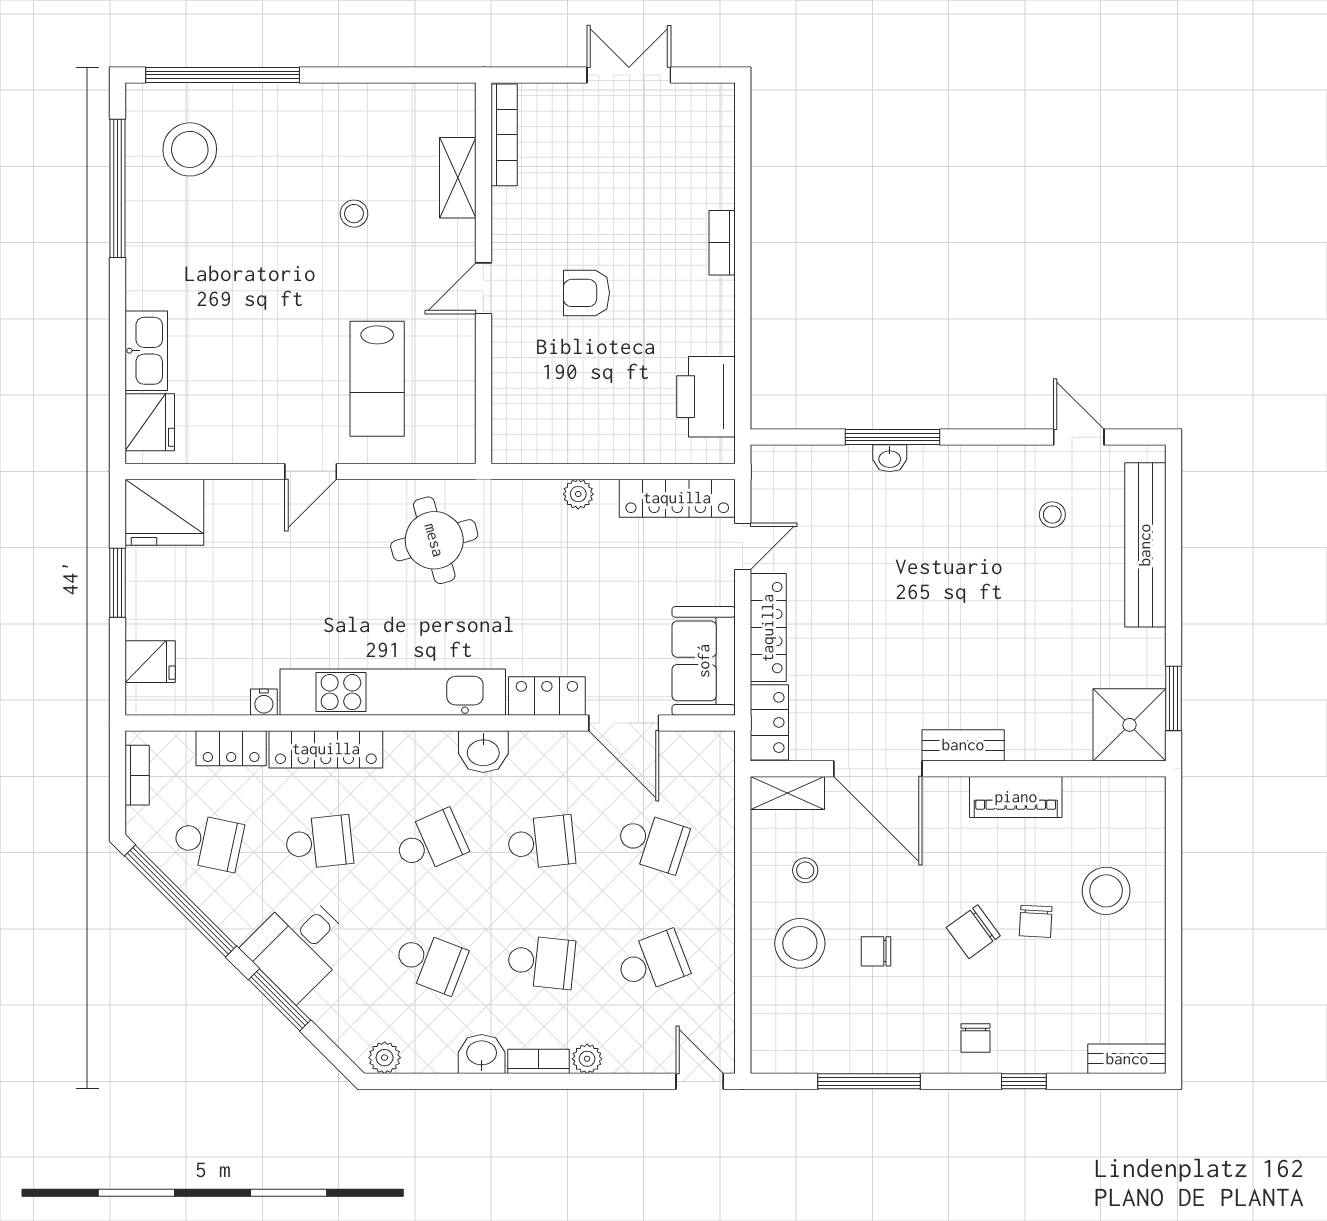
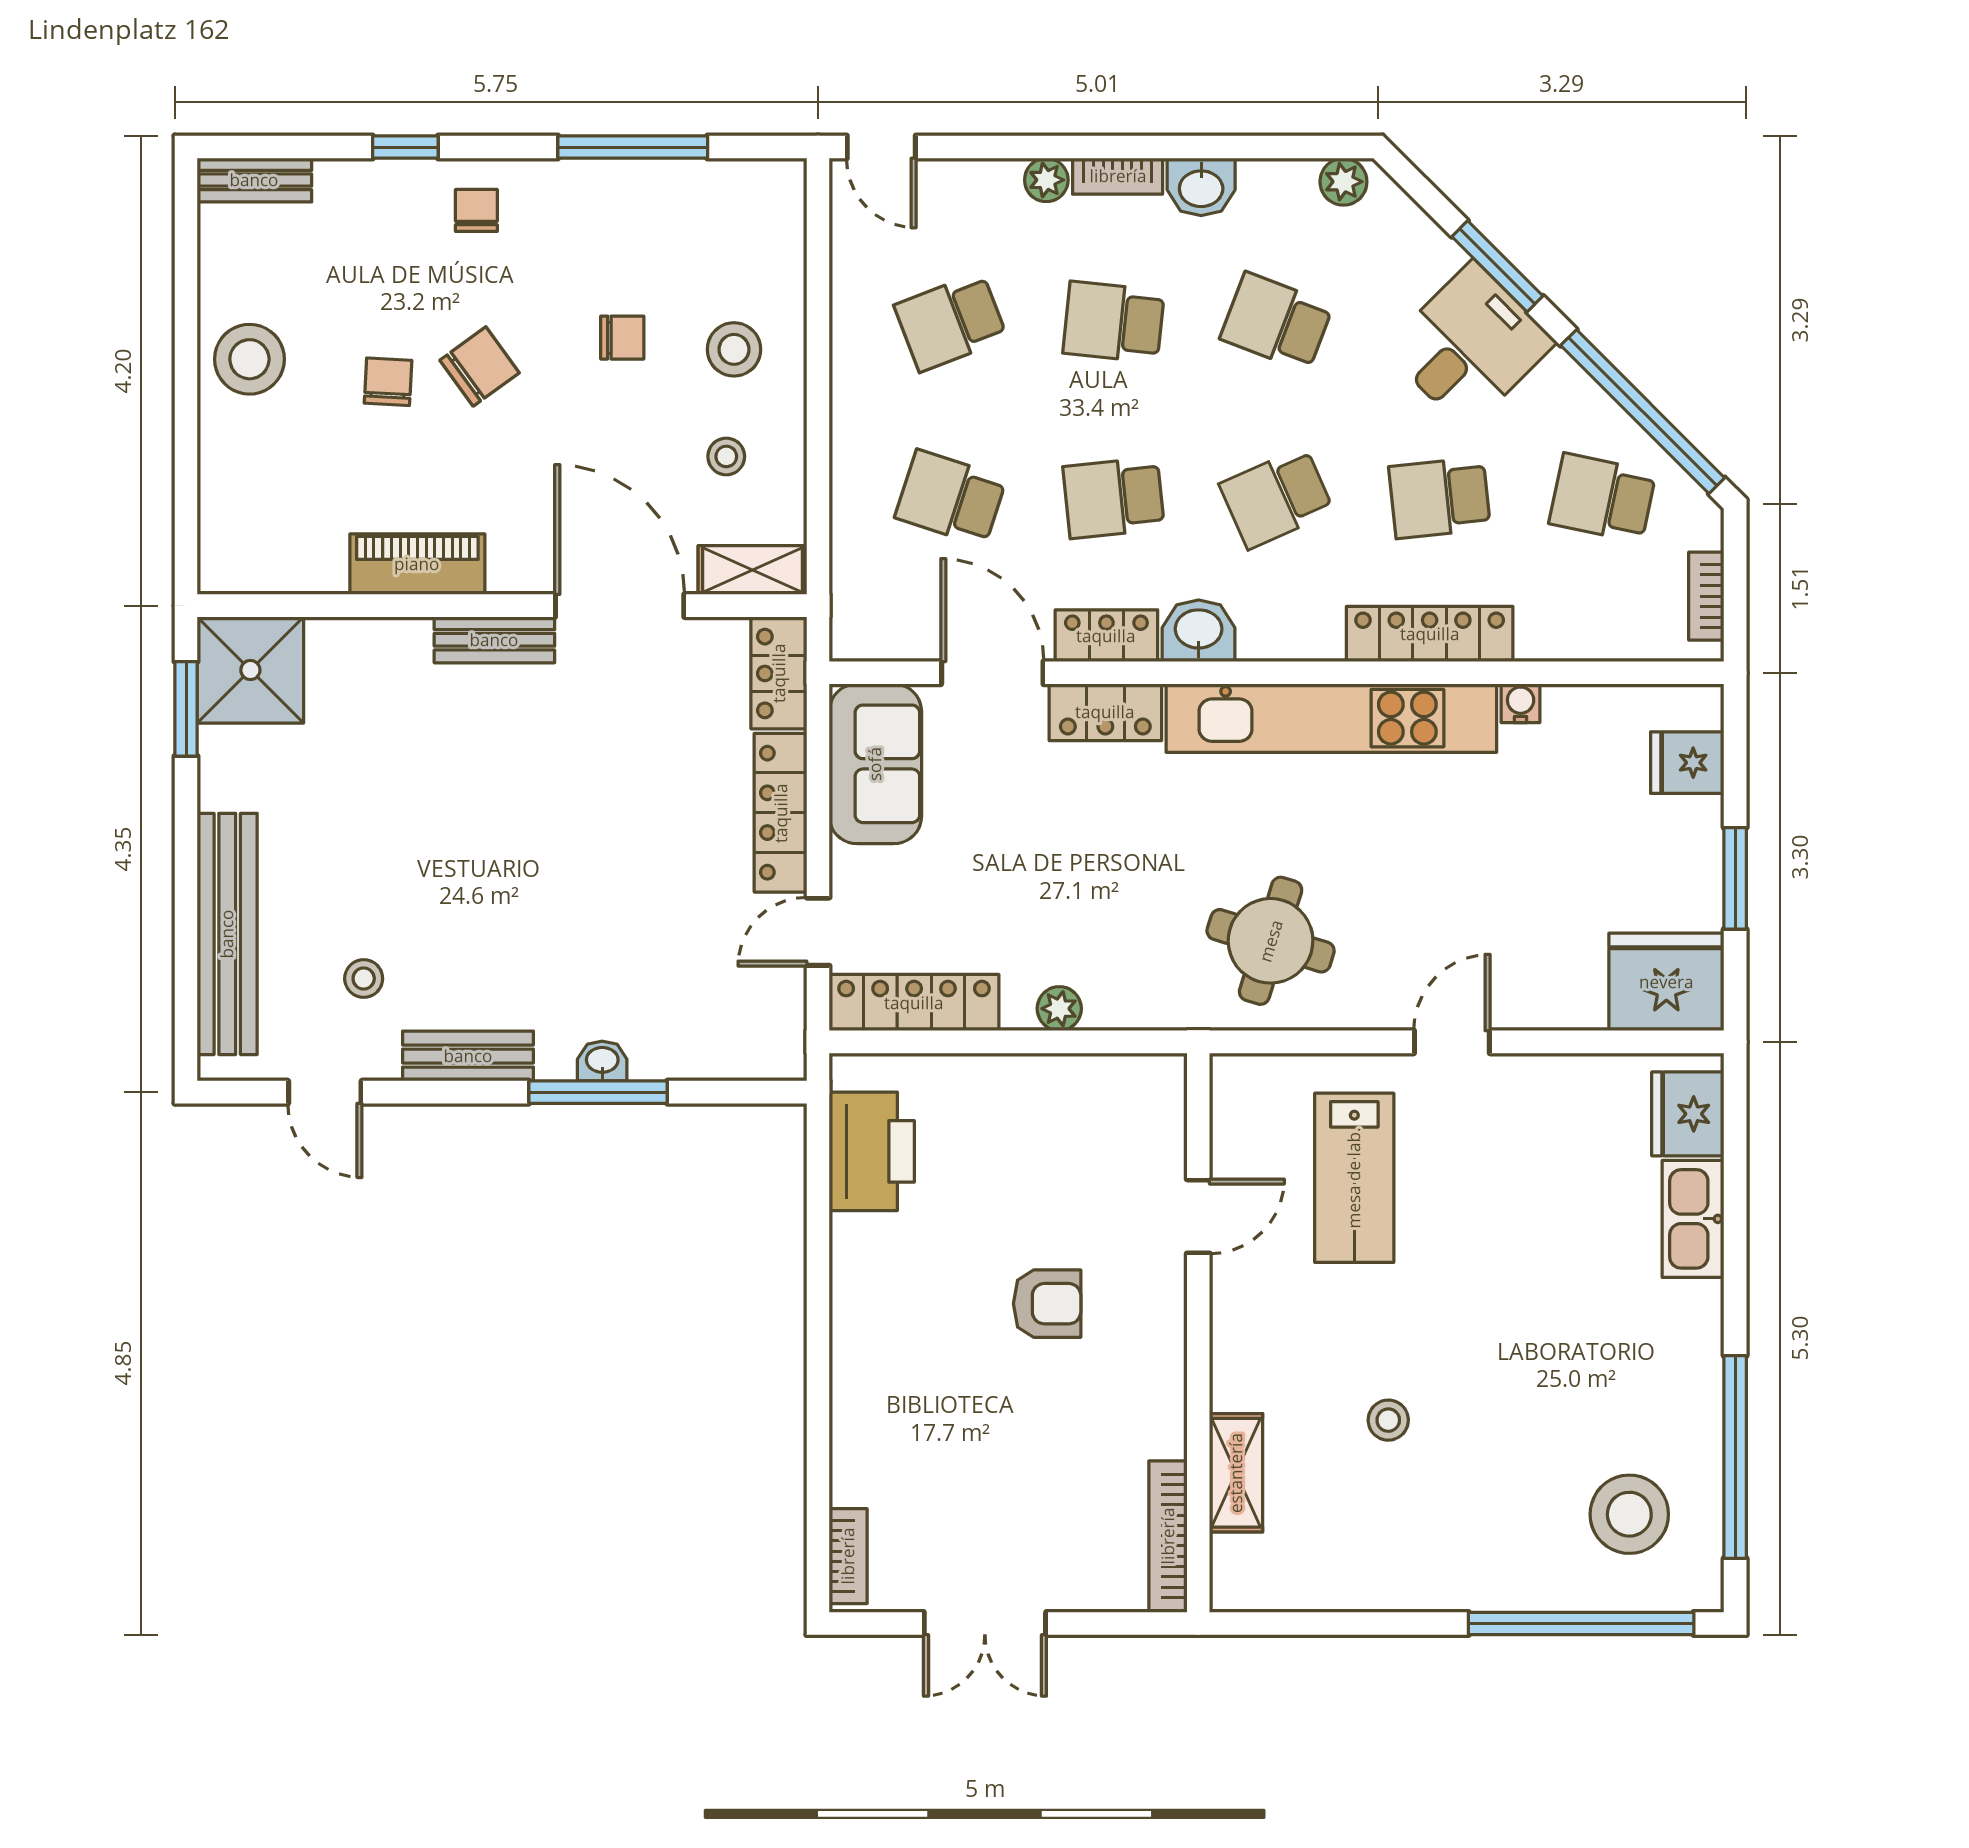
bookcase: (722, 243) -> (848, 1556), moved
door: (483, 288) -> (1198, 1216), moved
lab bench: (377, 379) -> (1354, 1178), turned 180
bench: (981, 462) -> (468, 1056), added
round table: (434, 540) -> (1271, 941), turned 33
locker: (231, 748) -> (1106, 636), moved
stool: (1106, 891) -> (249, 359), moved
stool: (800, 943) -> (734, 349), width x0.73, depth x0.73

